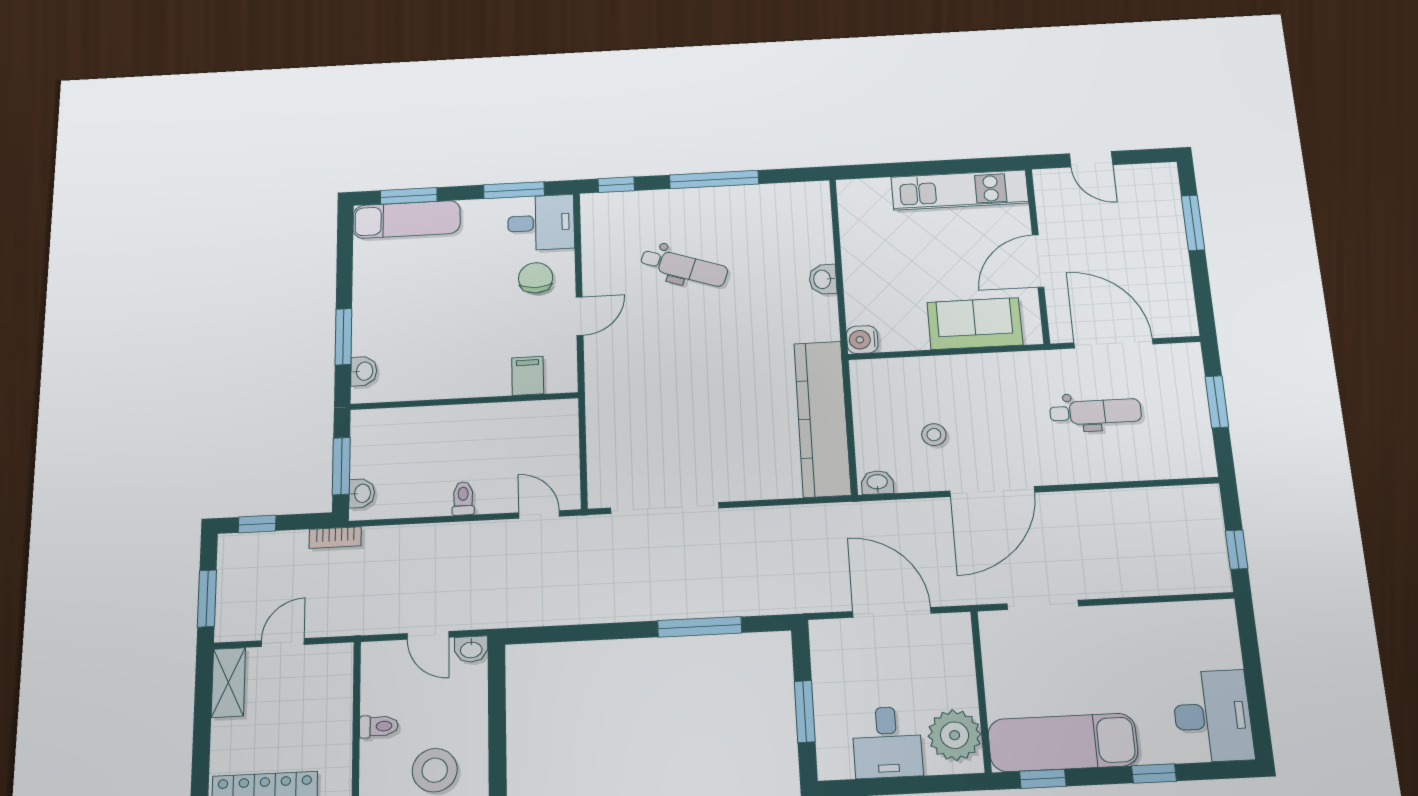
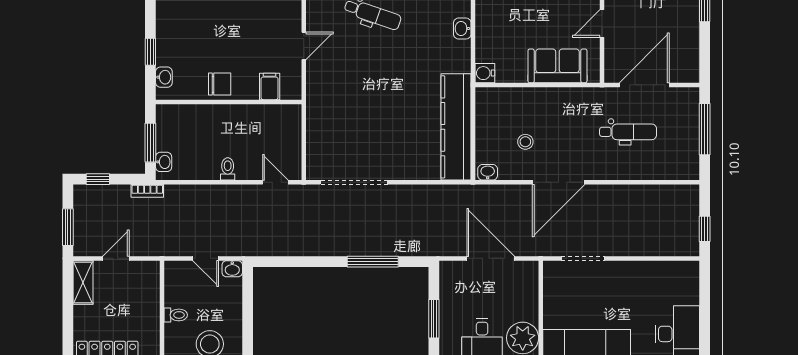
door: (1038, 261) -> (602, 23), width x0.73
chair: (536, 278) -> (220, 84), moved, turned 90
window: (343, 337) -> (150, 52), width x0.67
door: (1114, 343) -> (644, 85), hinge flipped
window: (1217, 402) -> (705, 129), width x1.44

